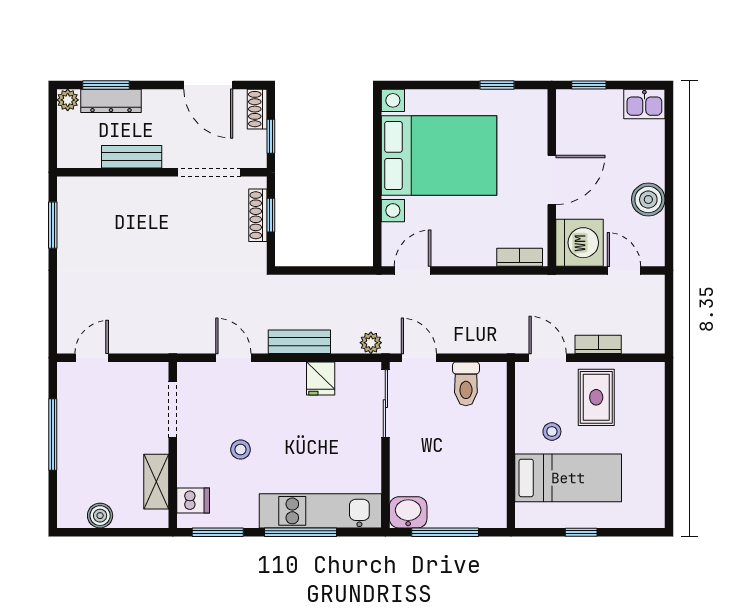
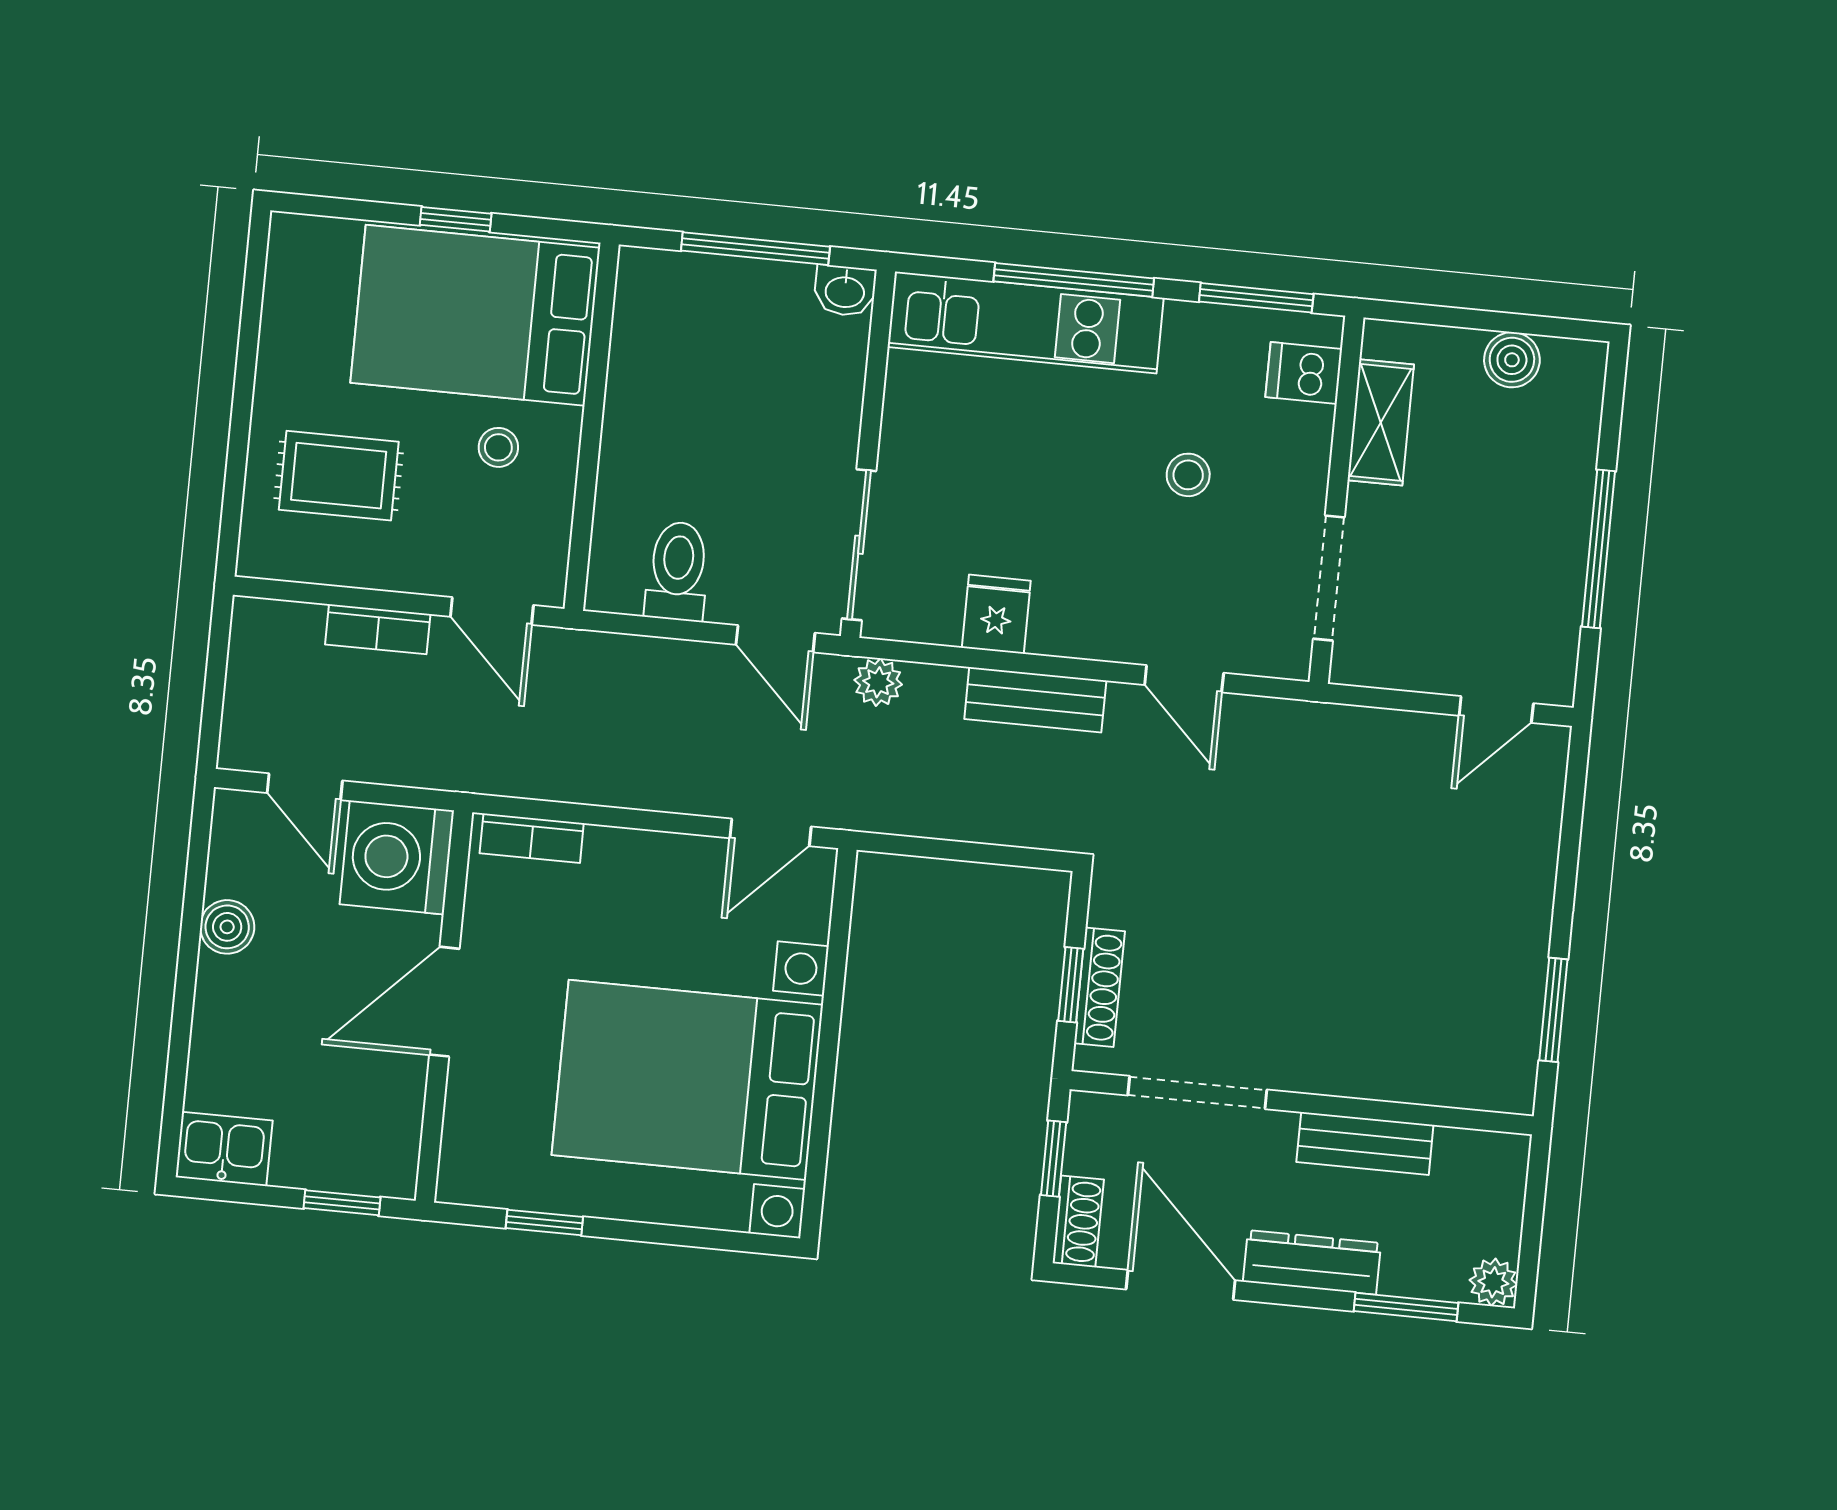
dresser: (111, 101) -> (1312, 1262), moved
boiler: (648, 200) -> (227, 927), width x0.73, depth x0.73
rug: (596, 397) -> (339, 476), moved, turned 90
bed: (568, 478) -> (475, 315), width x1.50
washbasin: (408, 512) -> (845, 291), width x0.72, depth x0.69

